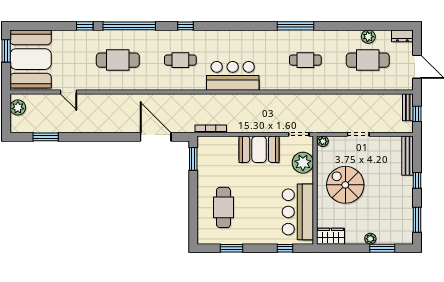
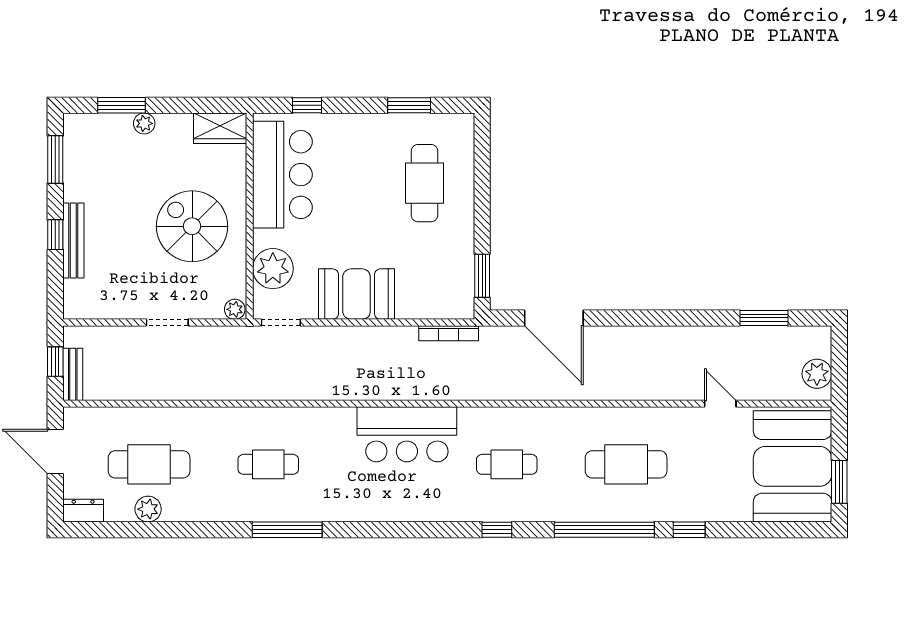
bench: (408, 156) -> (73, 240), moved
spiral stairs: (345, 185) -> (192, 226), turned 180

